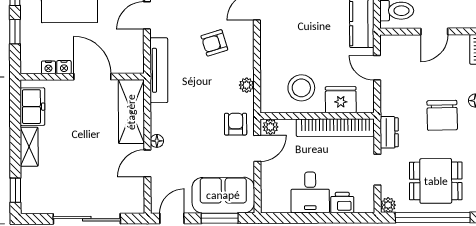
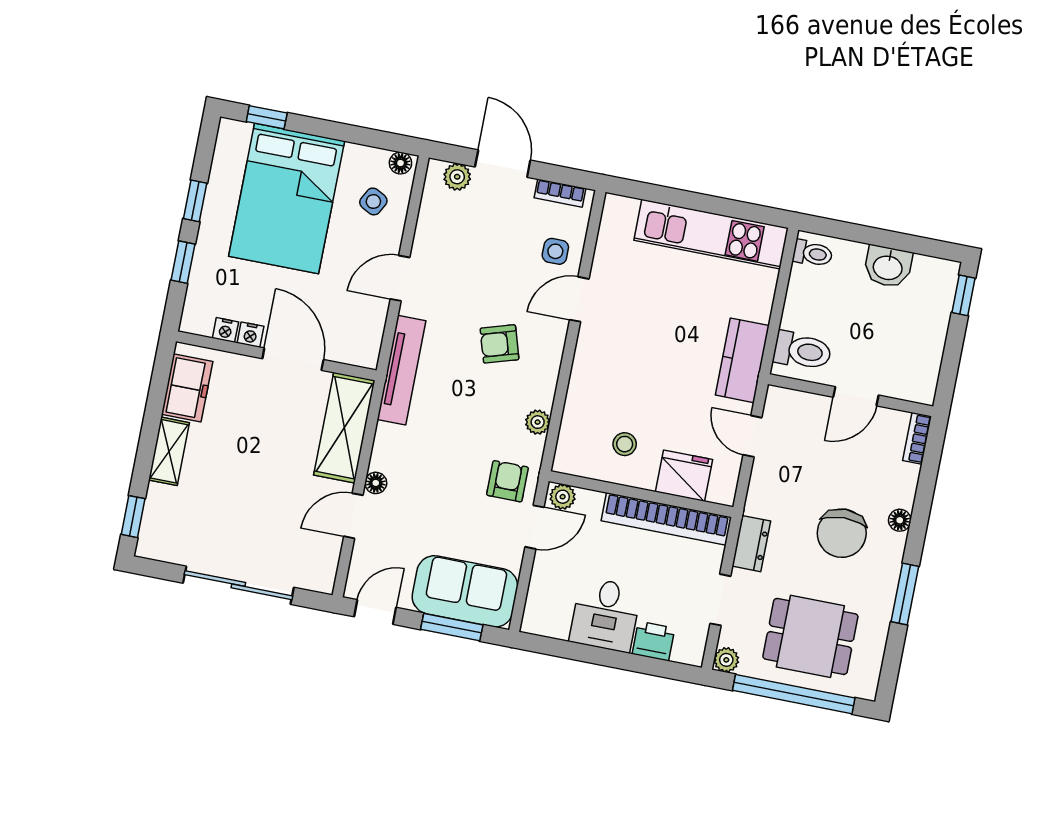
stool: (301, 88) -> (625, 444), width x0.53, depth x0.53

